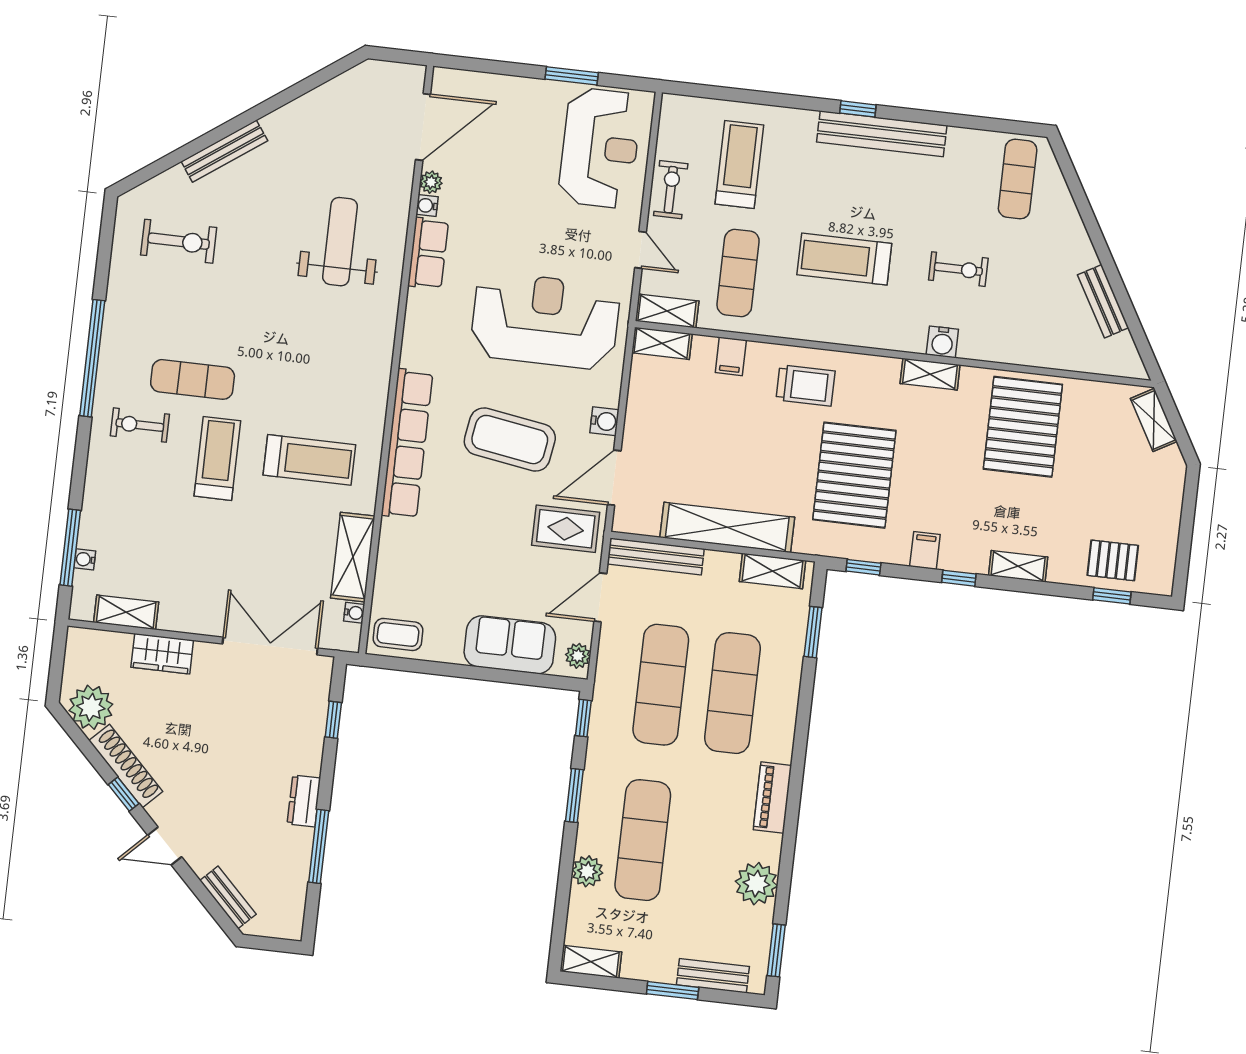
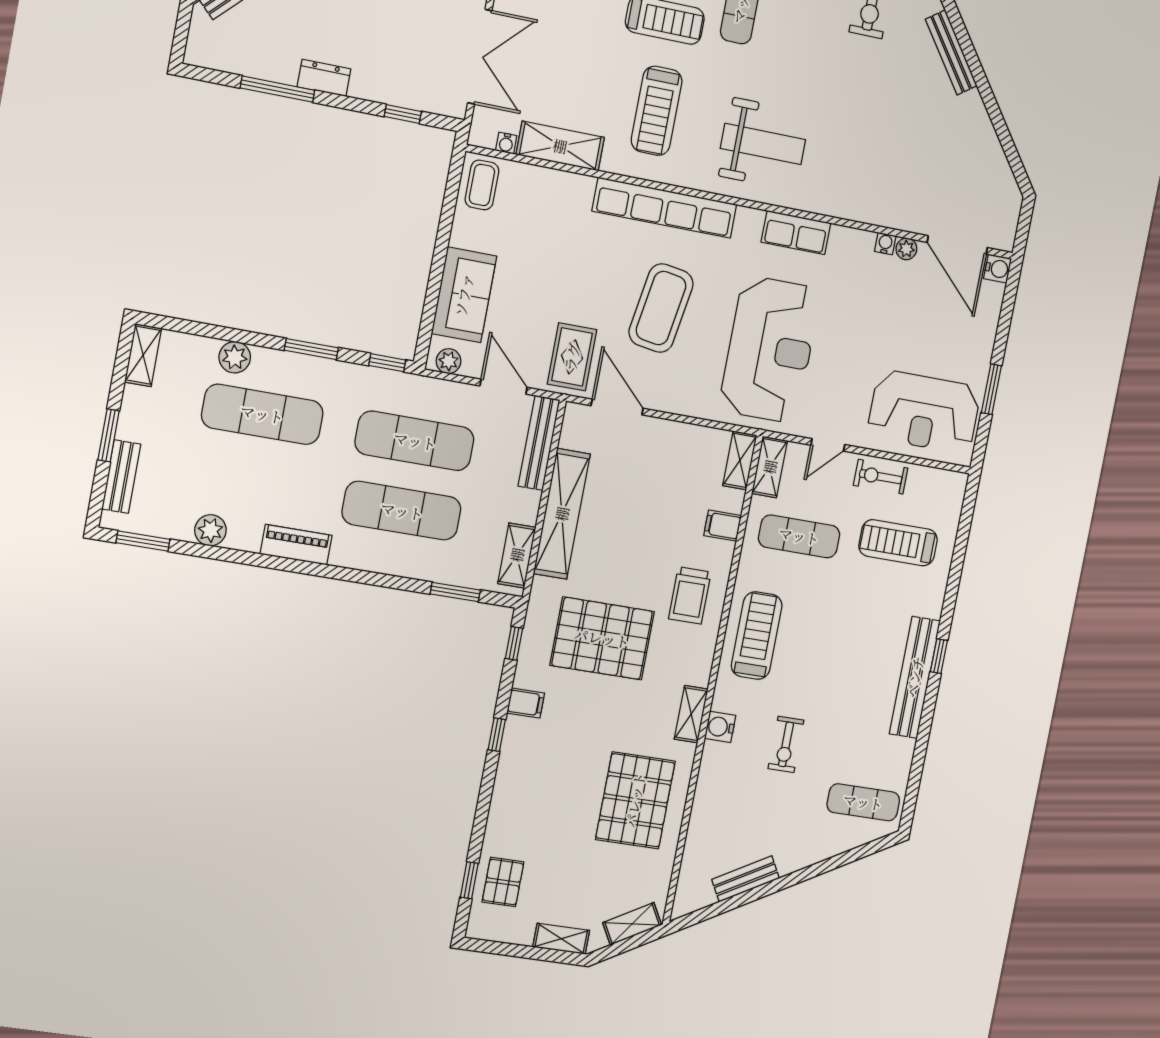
treadmill: (739, 164) -> (898, 543), turned 180
exercise bike: (671, 190) -> (881, 477), turned 180
weight bench: (340, 242) -> (763, 144), moved
row of seats: (428, 253) -> (796, 232), moved
treadmill: (844, 259) -> (757, 636), moved
water cooler: (604, 421) -> (998, 269), moved, turned -90
pallet: (1023, 427) -> (635, 800), turned 90
shelving: (1018, 566) -> (561, 939), moved, turned 90
plant: (756, 884) -> (210, 530), width x0.73, depth x0.73

